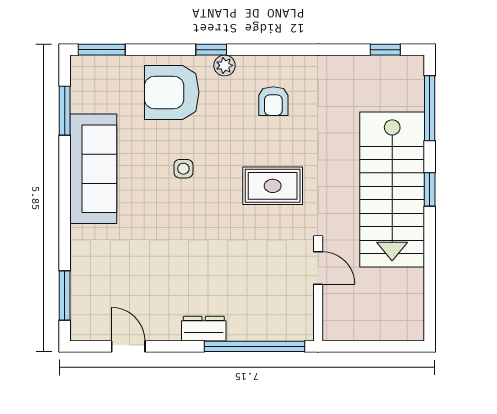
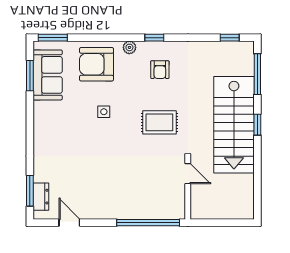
window: (211, 50) -> (154, 38), moved
sofa: (93, 169) -> (48, 75), moved, width x0.73
dresser: (204, 329) -> (41, 197), moved, turned 90

